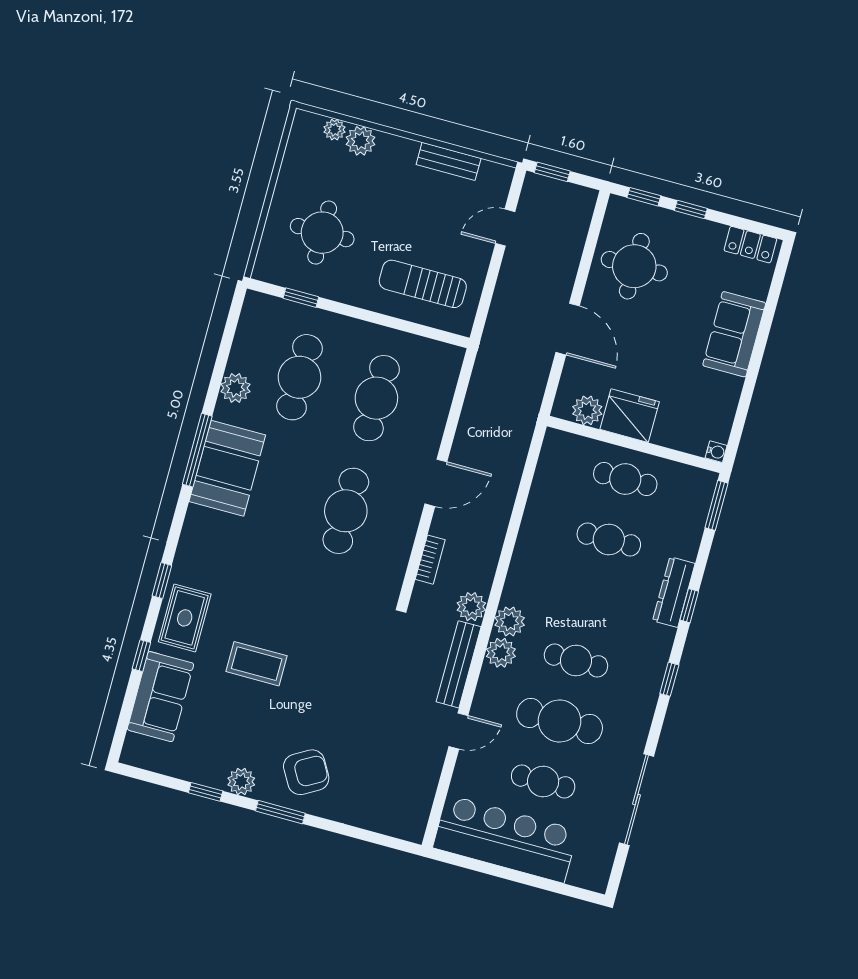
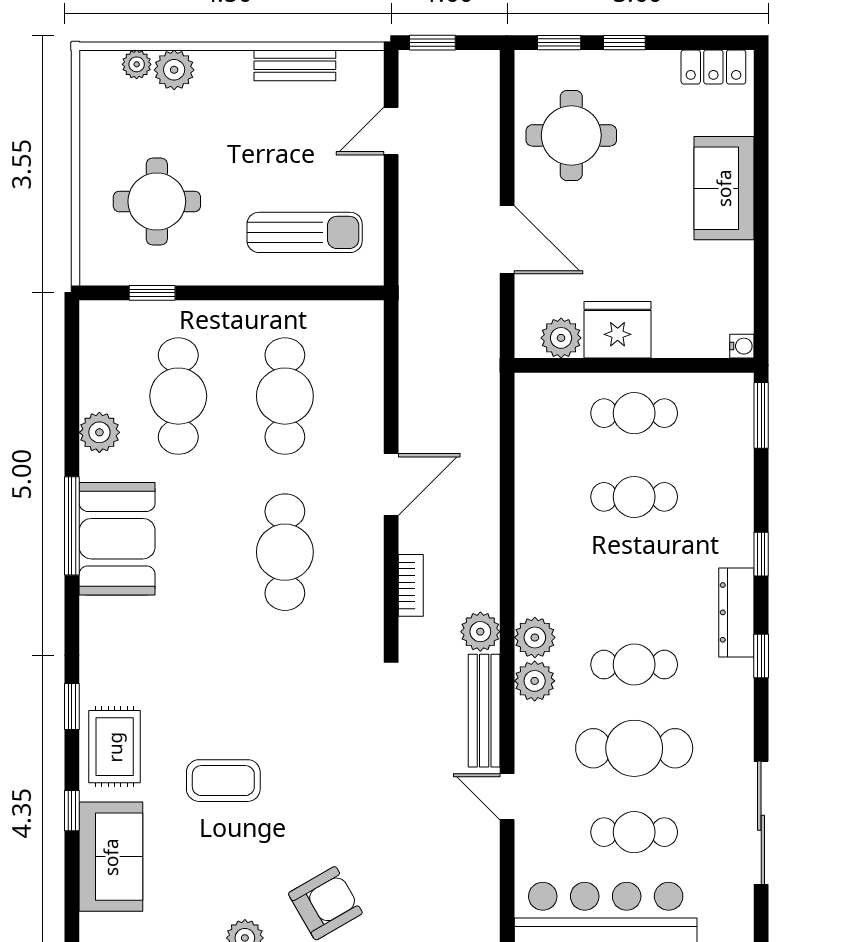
sun lounger: (423, 284) -> (305, 232), turned 180
dresser: (674, 592) -> (736, 612), moved
door: (458, 731) -> (507, 797), swing flipped

